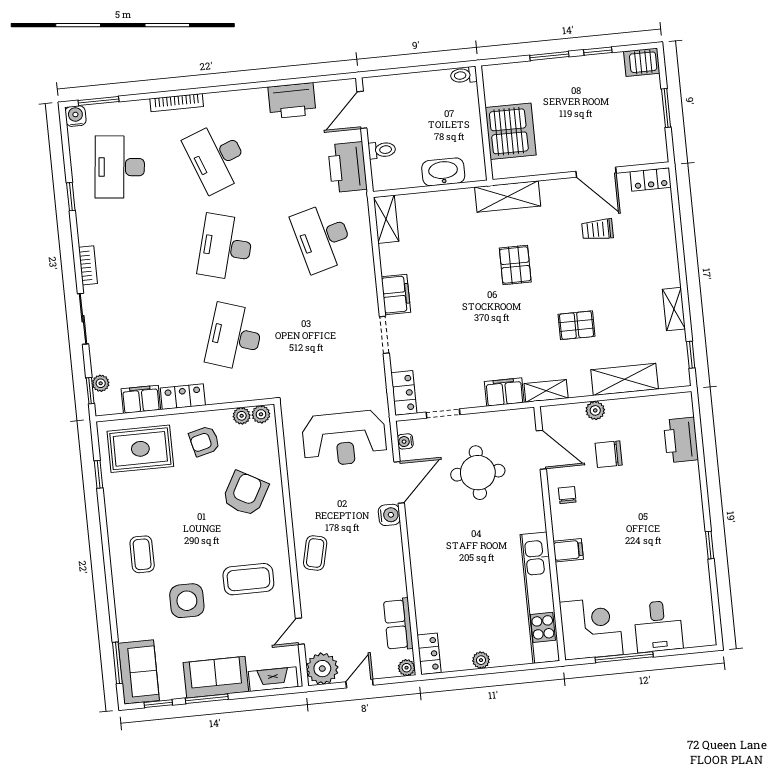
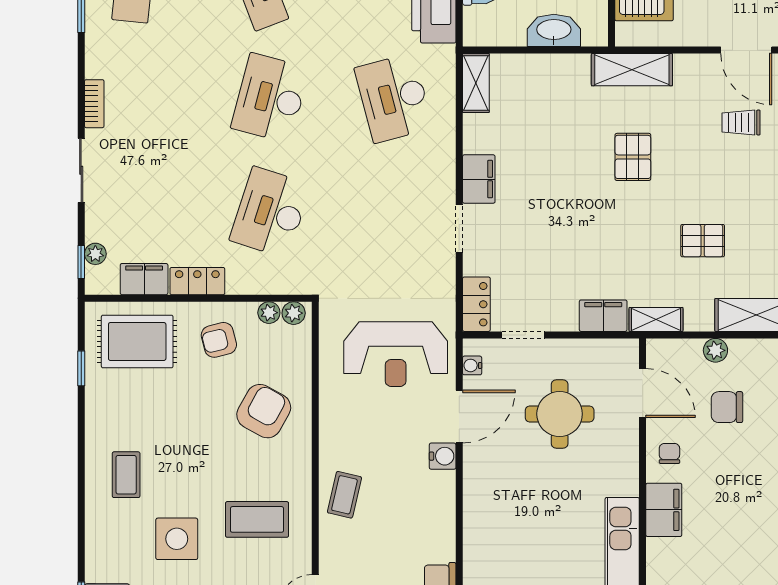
filing cabinet: (568, 550) -> (664, 510), width x2.00

